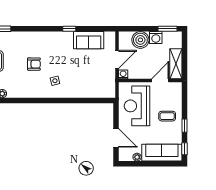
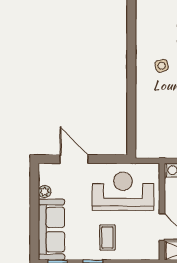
door: (116, 138) -> (74, 159), swing flipped

